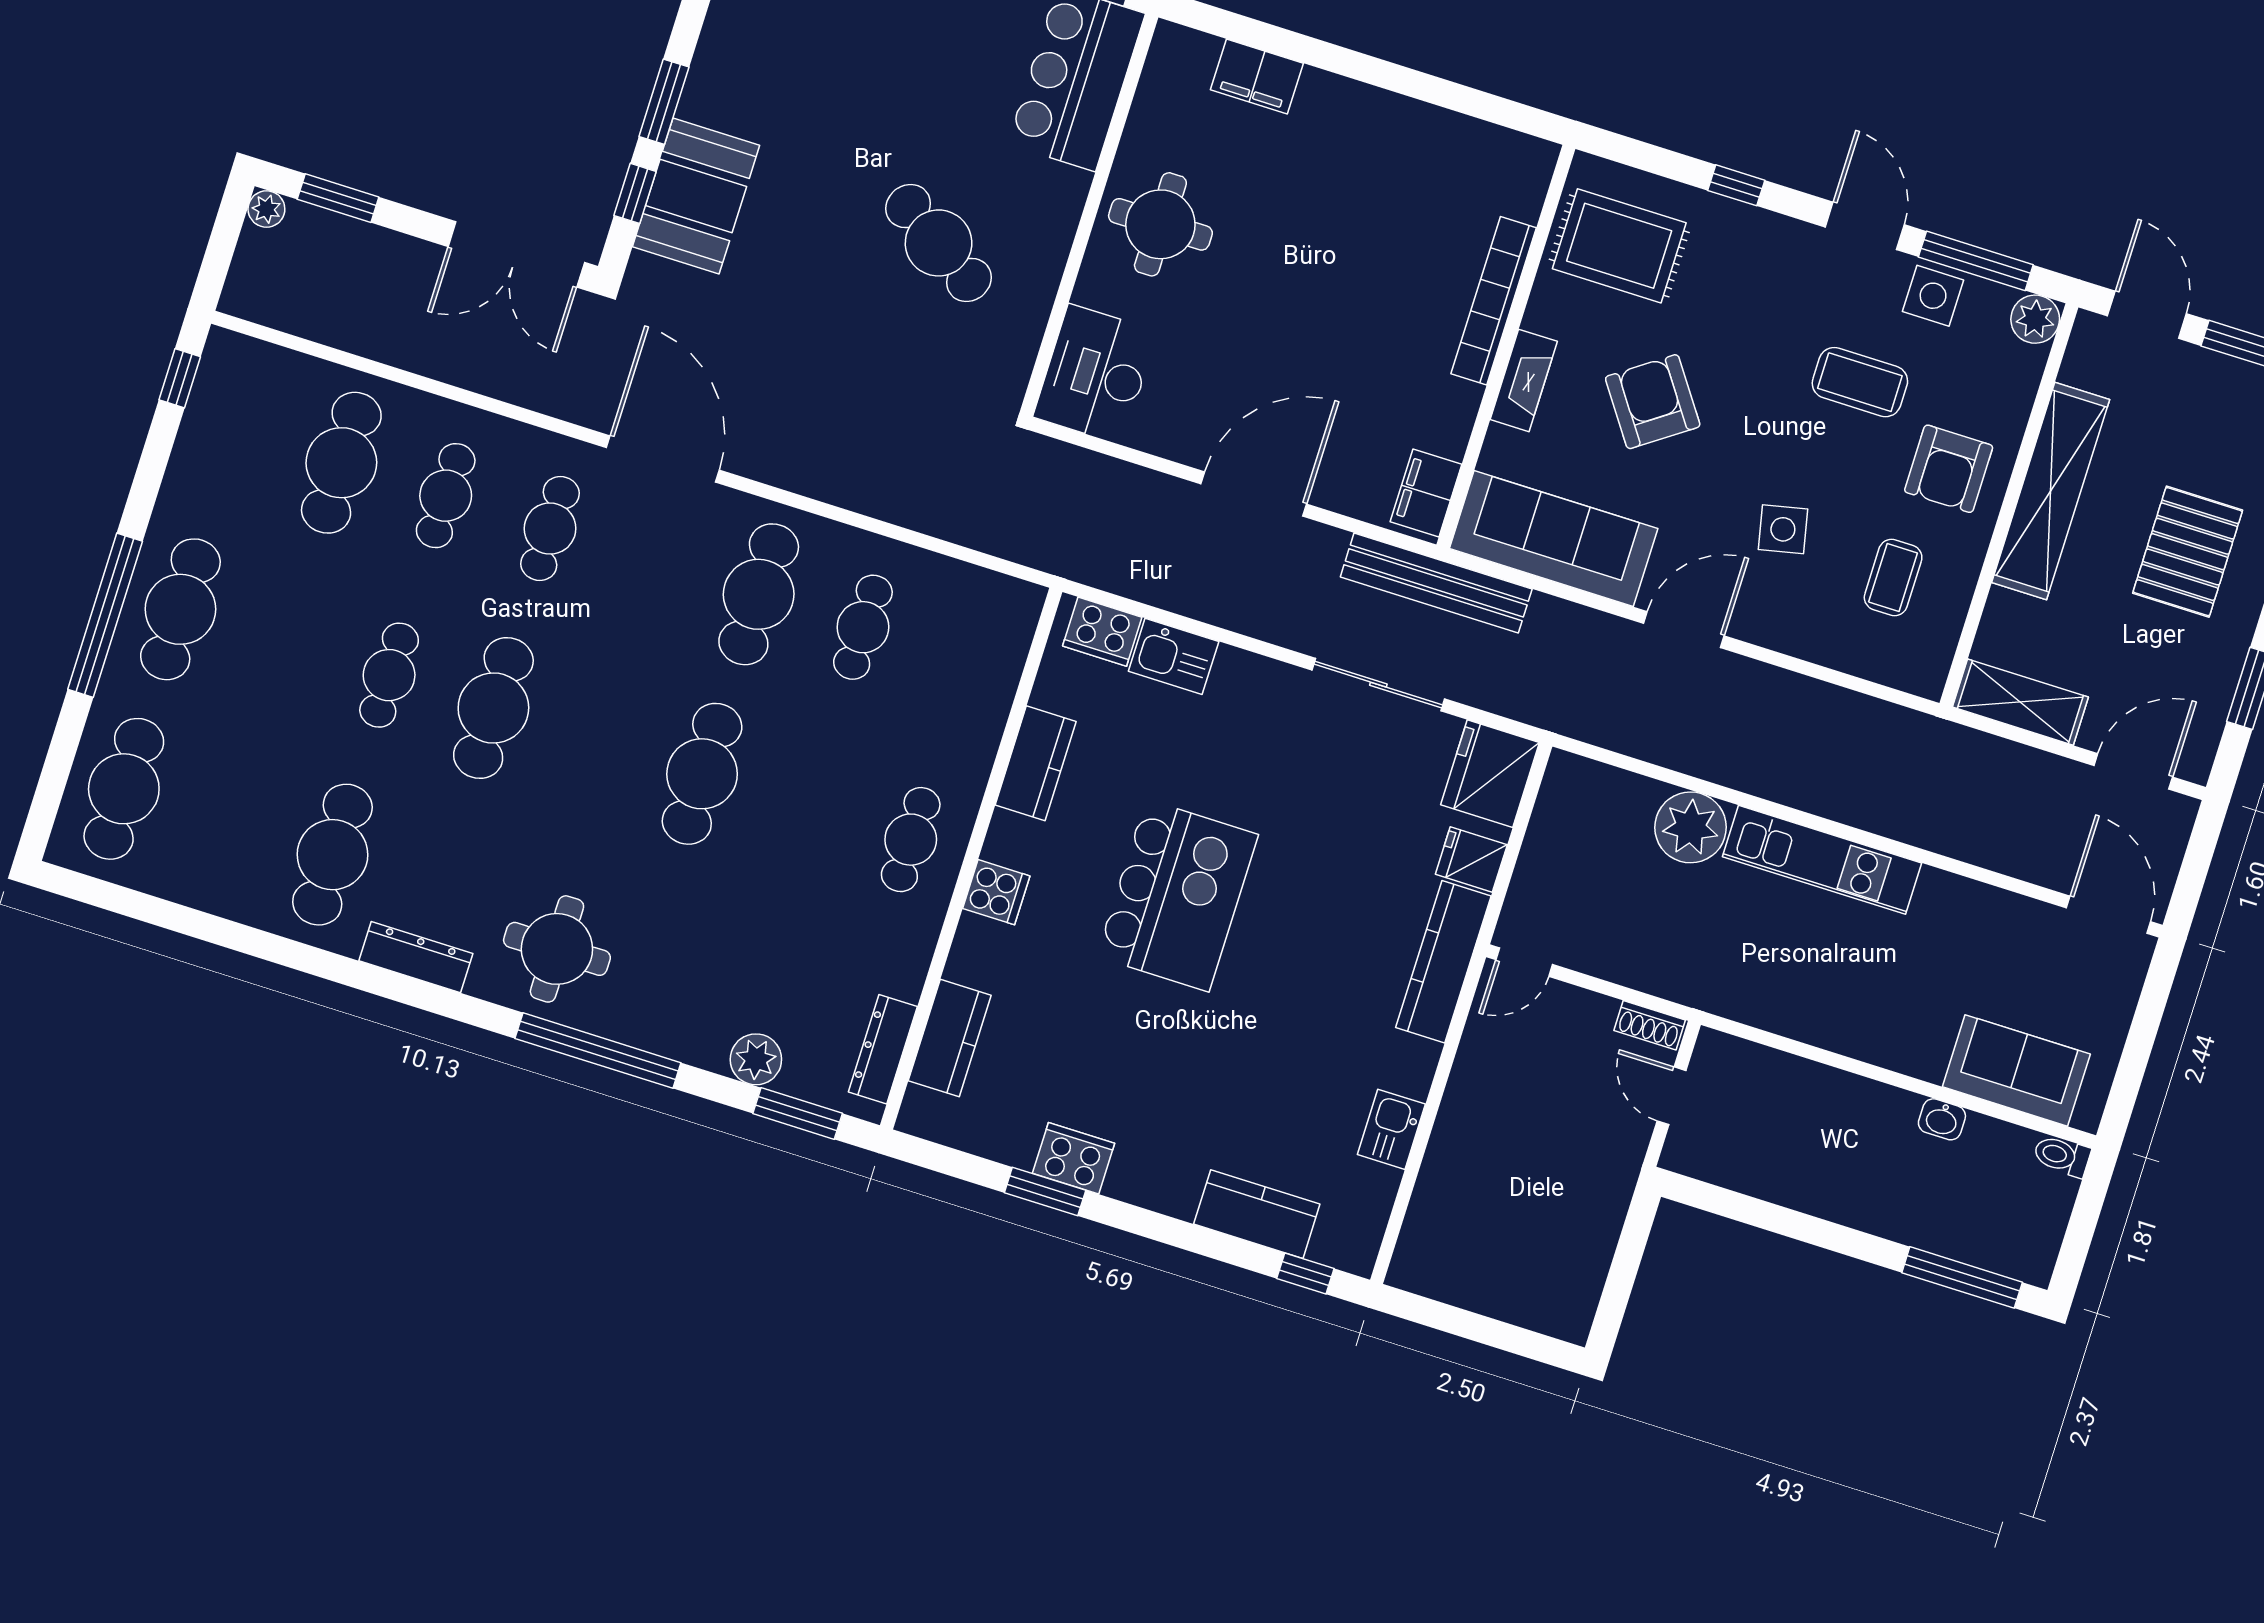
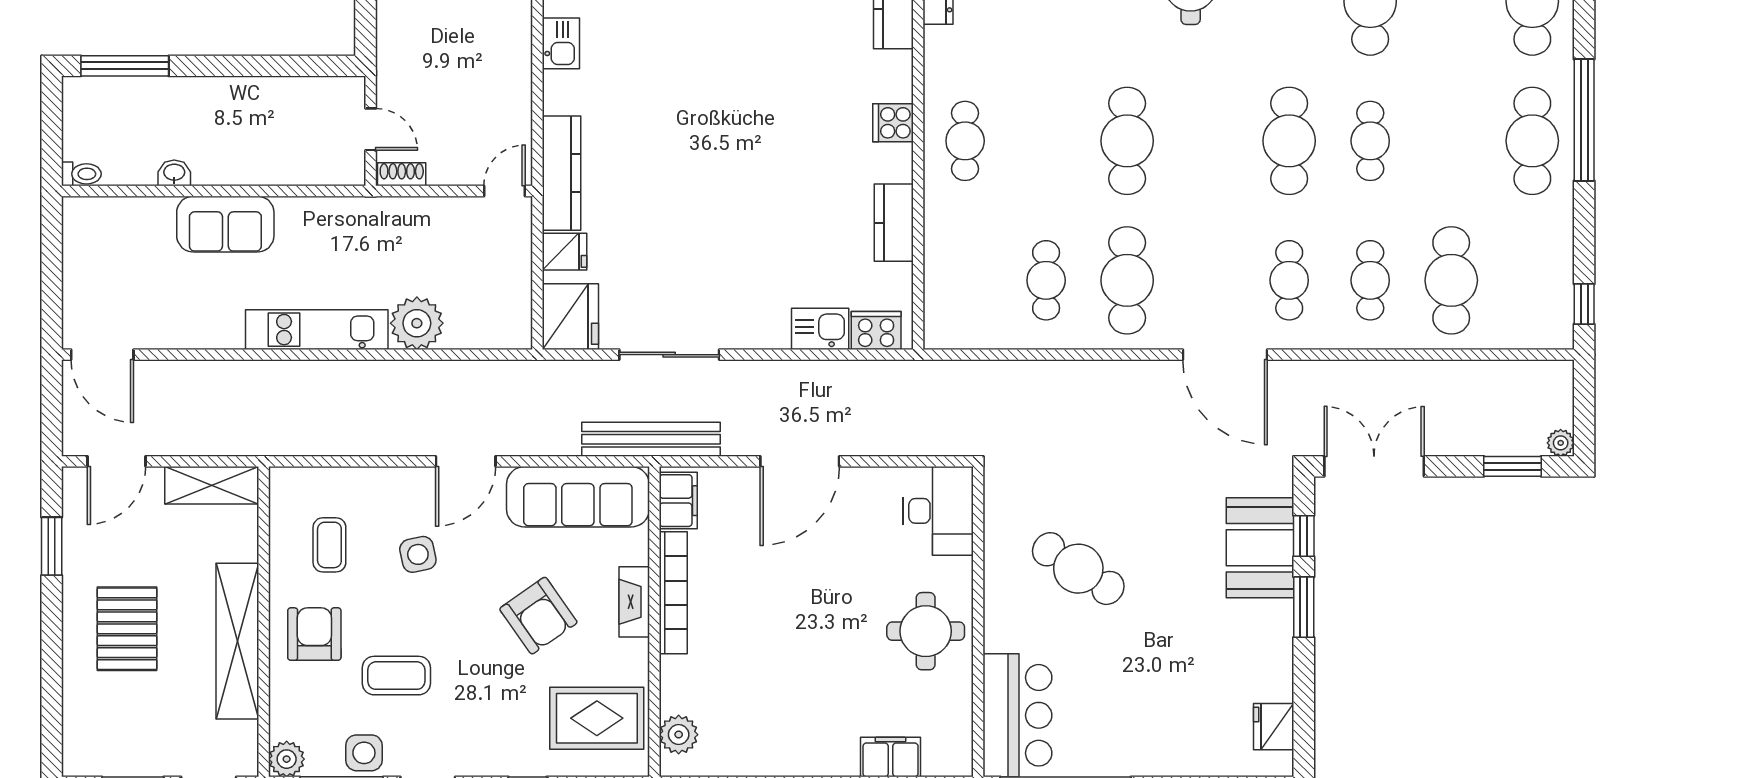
plant: (1520, 192) -> (679, 735), added
bookcase: (1494, 301) -> (673, 593), moved
kitchen island: (1177, 896) -> (764, 161), removed
sofa: (2016, 1070) -> (225, 224), moved

